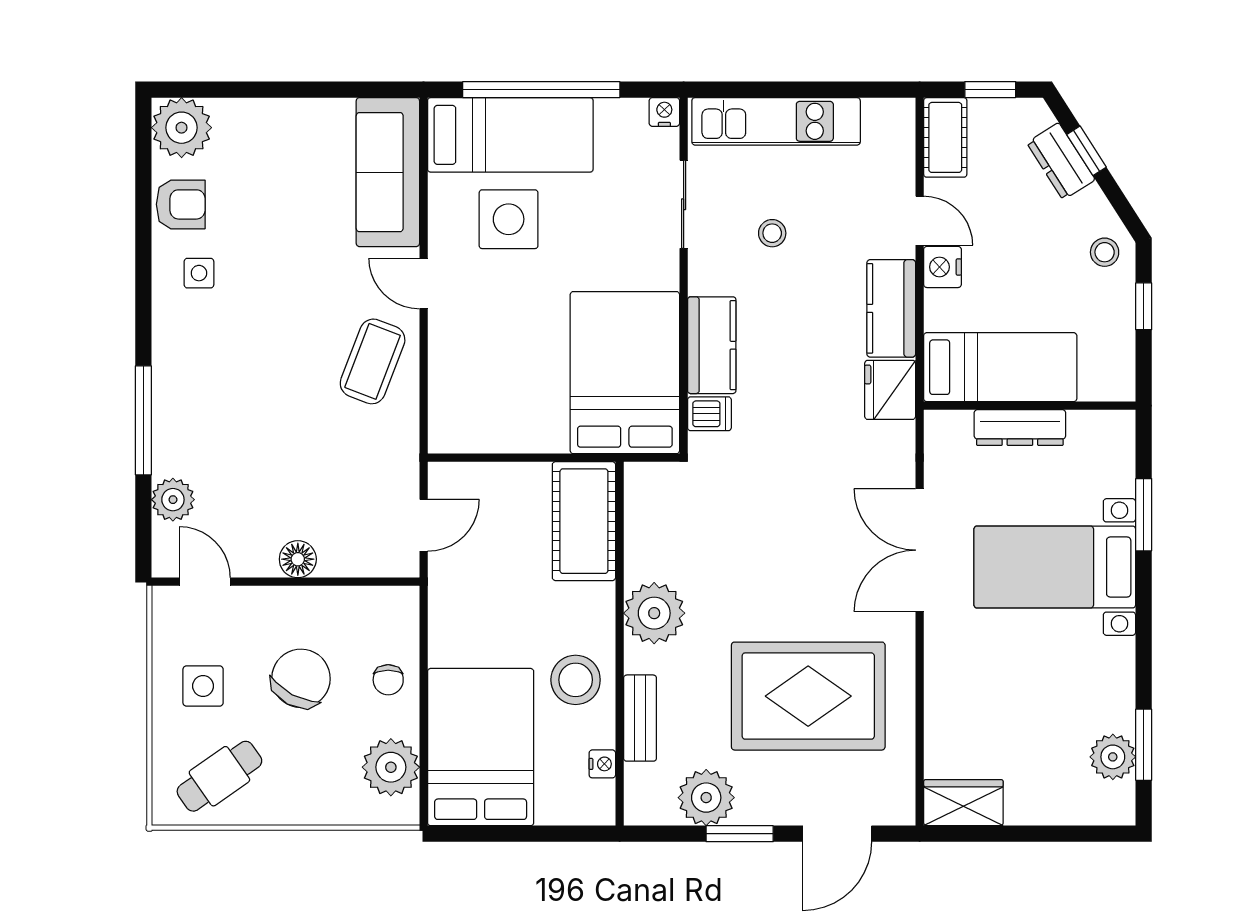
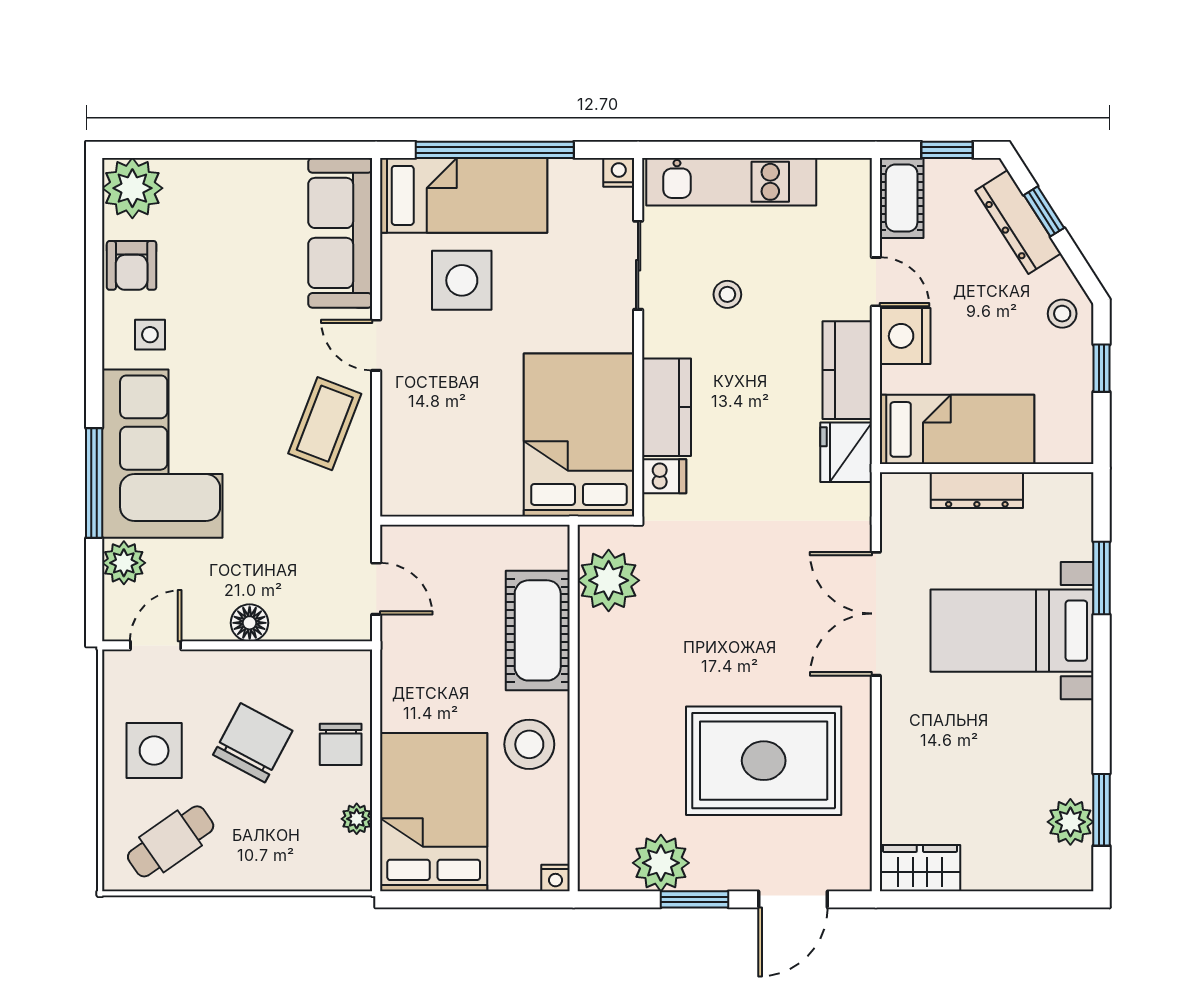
dresser: (1061, 161) -> (1018, 222), width x1.44
armchair: (181, 204) -> (132, 265), turned 90
nightstand: (942, 267) -> (905, 336), width x1.36, depth x1.33
corner sofa: (211, 391) -> (162, 454), added
cot: (584, 521) -> (538, 630), moved
door: (424, 525) -> (376, 589), hinge flipped
door: (205, 582) -> (156, 645), hinge flipped
plant: (654, 613) -> (609, 580), moved
chair: (388, 680) -> (341, 744), width x1.37, depth x1.37
side table: (203, 686) -> (154, 751), width x1.37, depth x1.37
bench: (640, 718) -> (594, 783), removed
nightstand: (602, 764) -> (555, 878), moved, turned 90
plant: (391, 767) -> (357, 819), width x0.53, depth x0.53

